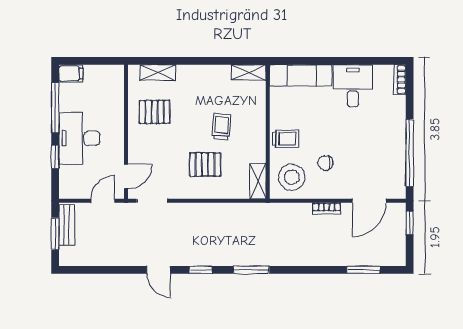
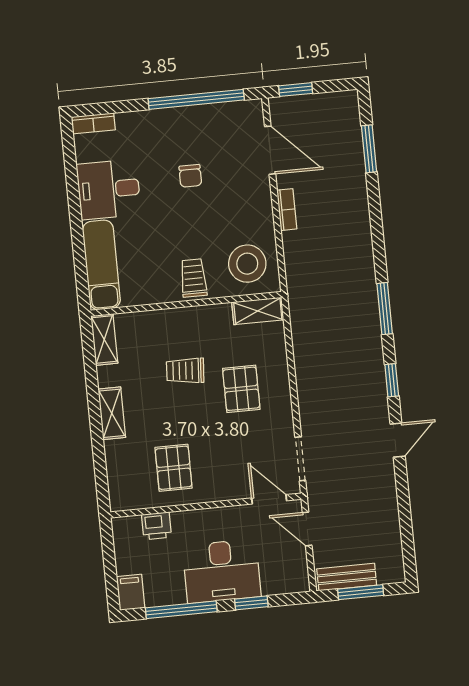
shelving: (157, 73) -> (112, 413), moved
printer: (115, 96) -> (156, 526), added
chair: (325, 163) -> (190, 176), moved

